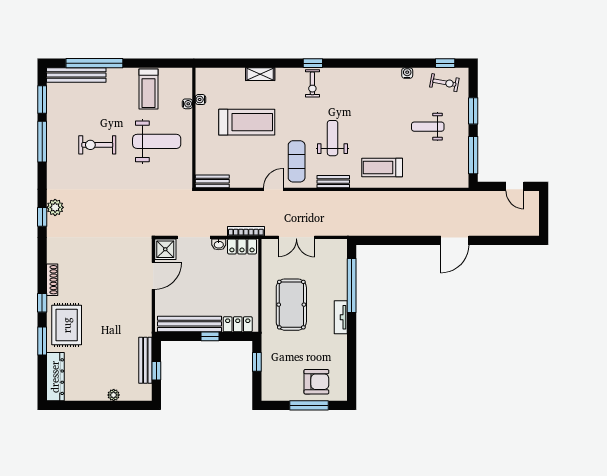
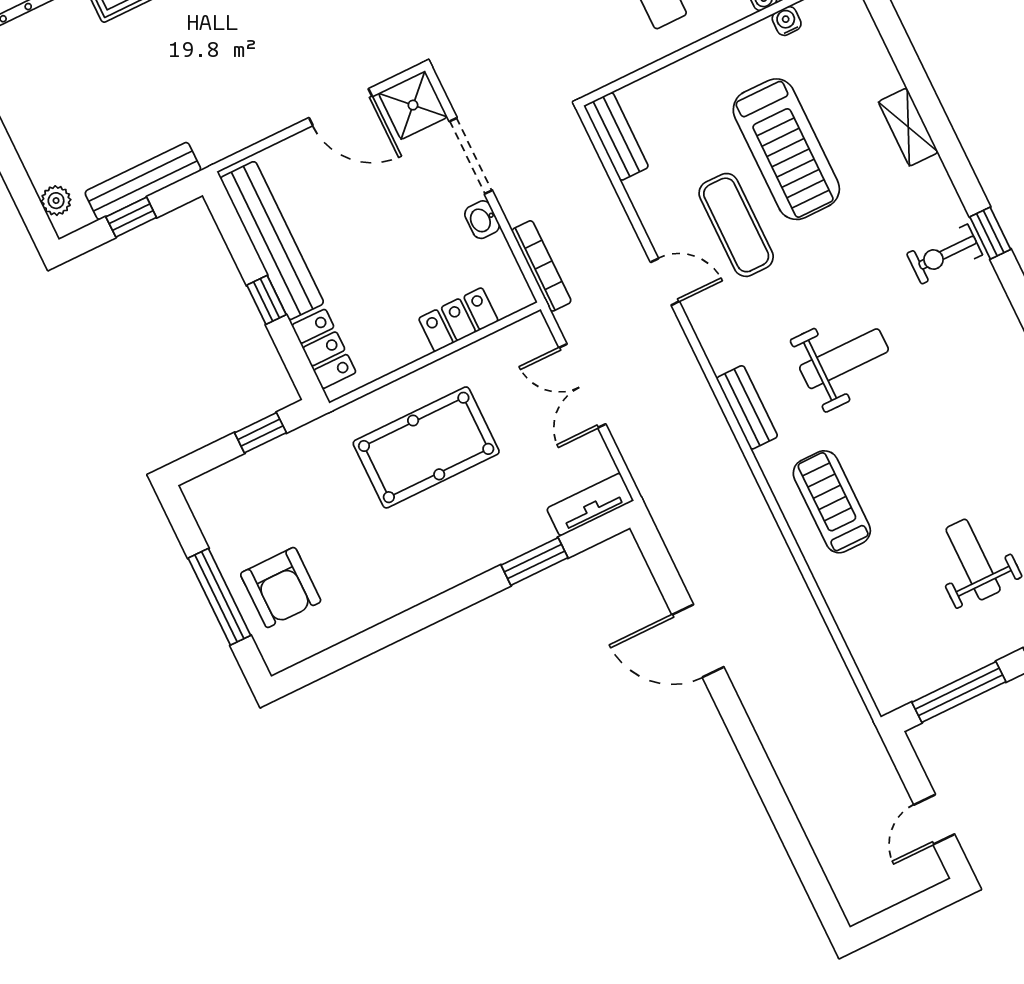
exercise mat: (297, 161) -> (736, 225), moved, turned 90
door: (455, 240) -> (698, 641), moved
locker: (242, 246) -> (458, 320), moved, turned 90
window: (352, 285) -> (534, 561), width x0.47
tv unit: (341, 317) -> (590, 505), moved
plant: (114, 395) -> (56, 201), moved

